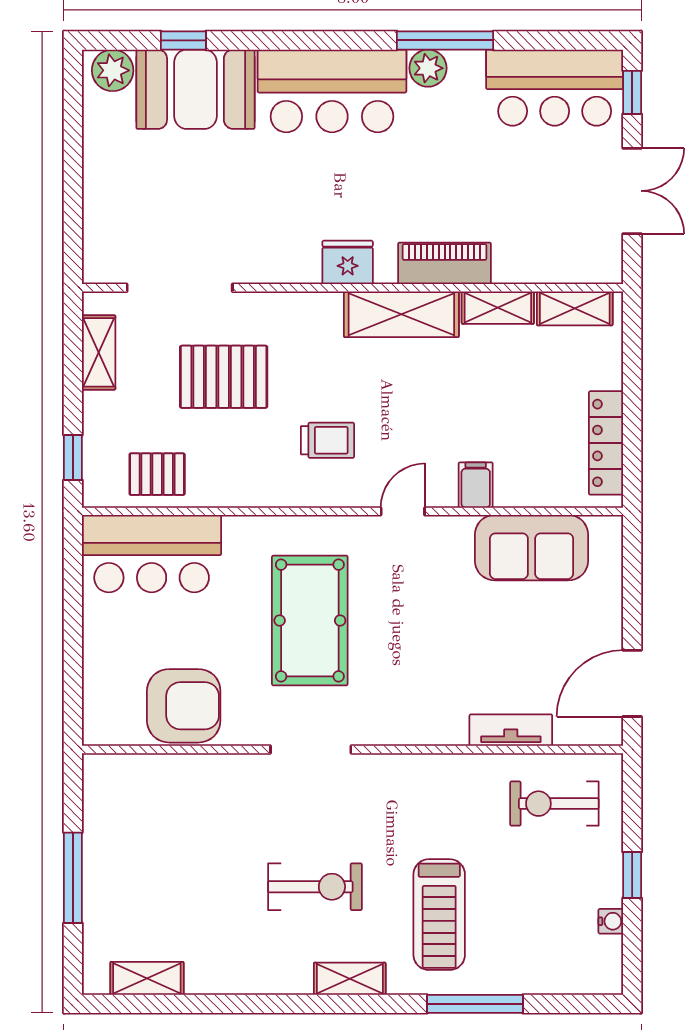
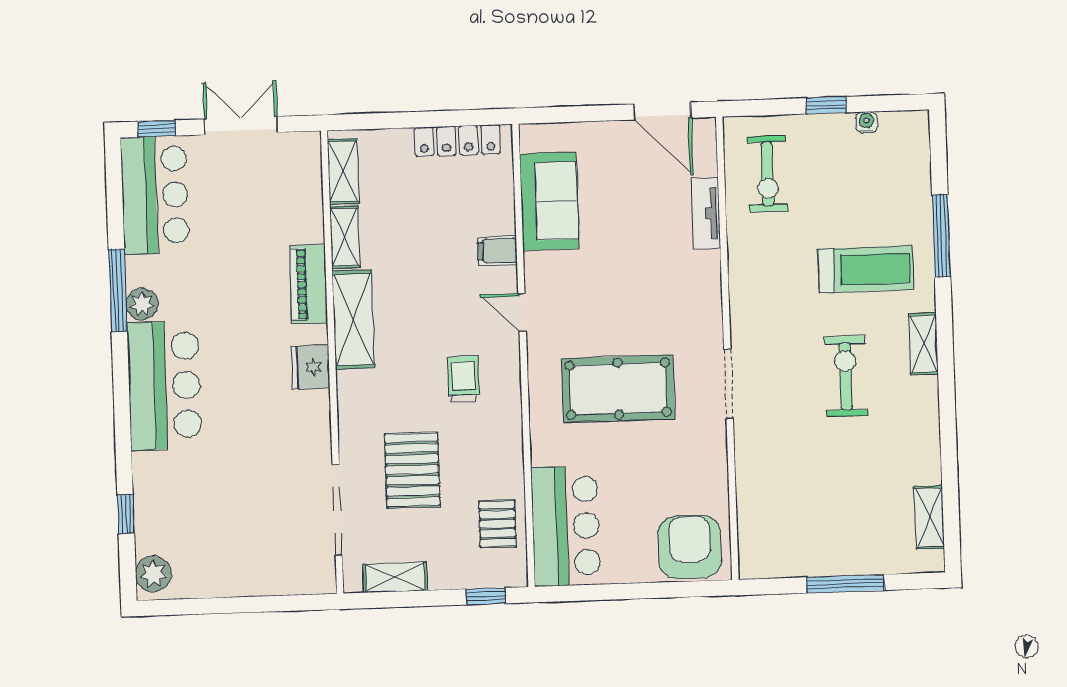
booth: (195, 89) -> (167, 502), removed
armchair: (184, 706) -> (690, 547), moved

